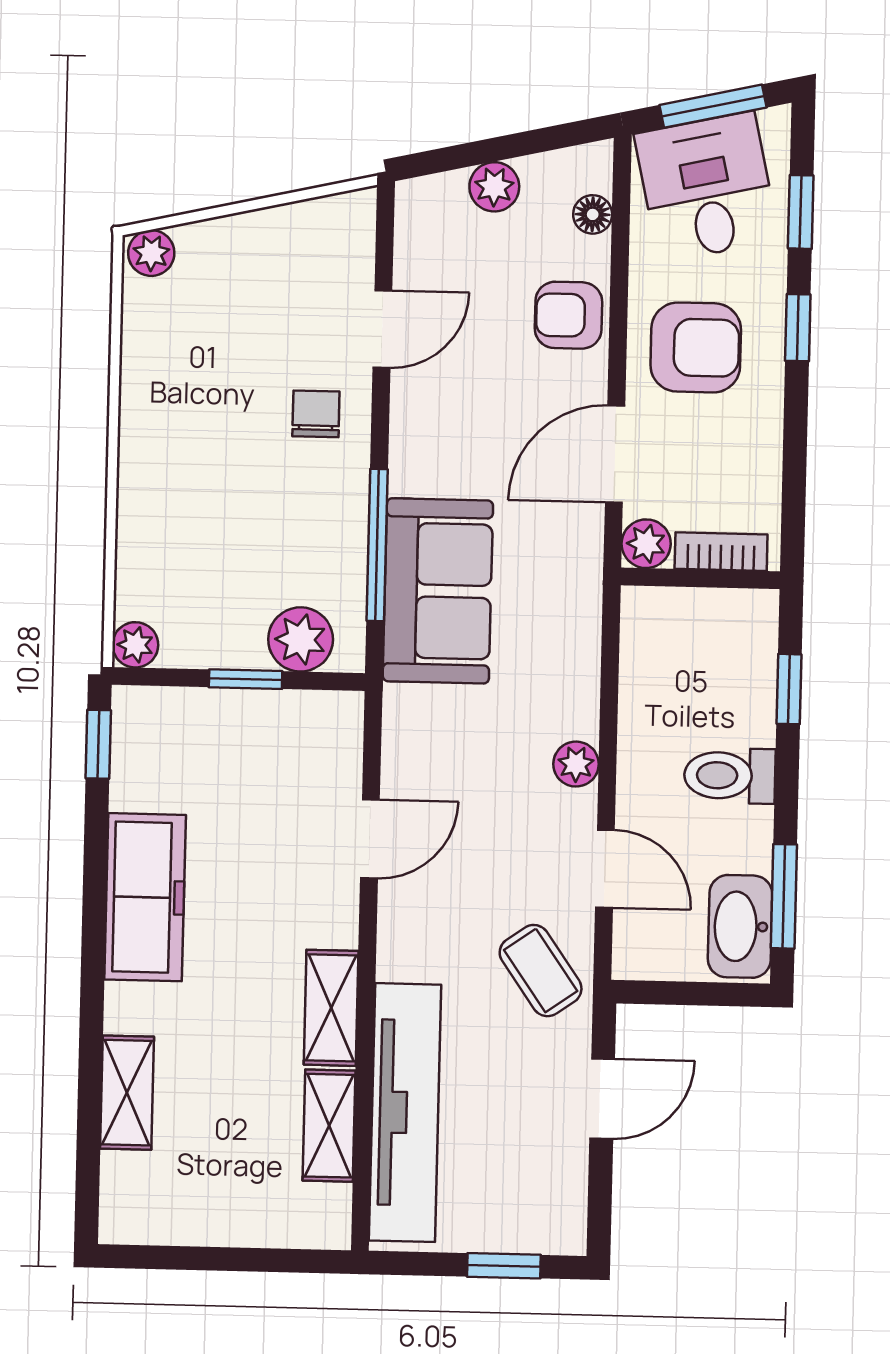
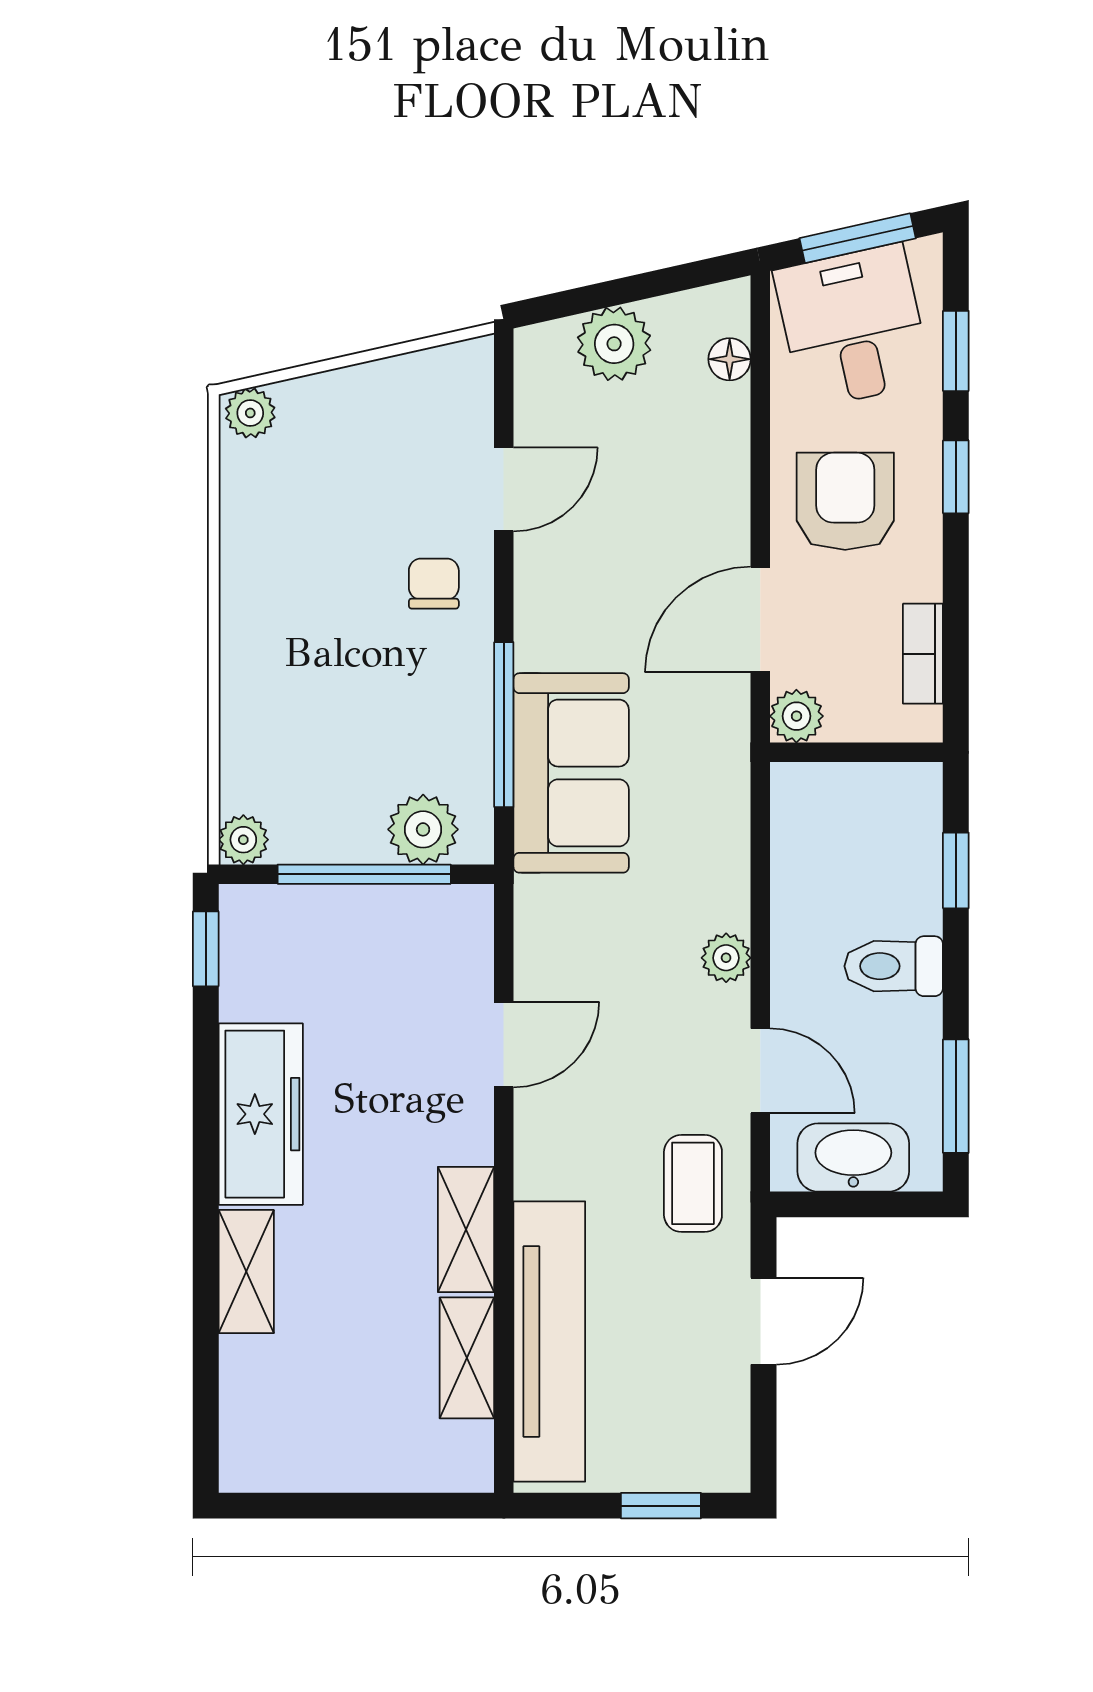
plant: (494, 187) -> (614, 344), width x1.38, depth x1.38
armchair: (568, 315) -> (706, 470), removed
armchair: (696, 347) -> (845, 501), turned -90
bookcase: (721, 552) -> (923, 654), moved, turned -90
window: (246, 679) -> (364, 874), width x2.17
washbasin: (740, 926) -> (853, 1157), moved, turned 90
coffee table: (541, 971) -> (693, 1183), turned 35
shelving: (127, 1093) -> (246, 1272), moved

